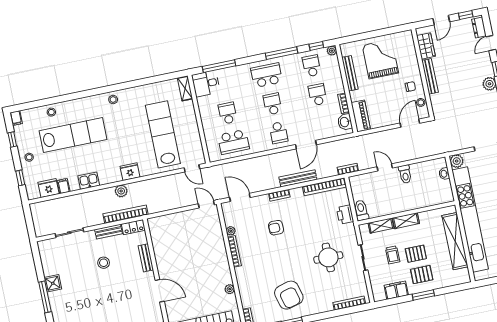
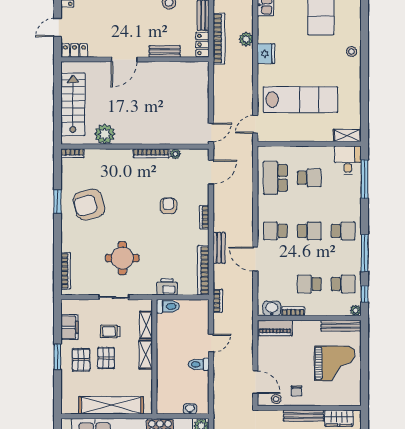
bench: (350, 73) -> (341, 326), moved
school desk: (267, 75) -> (343, 231), width x0.54
school desk: (318, 95) -> (309, 284), turned 180
bench: (298, 178) -> (219, 248), width x0.73
plant: (230, 289) -> (105, 134), width x1.88, depth x1.88

